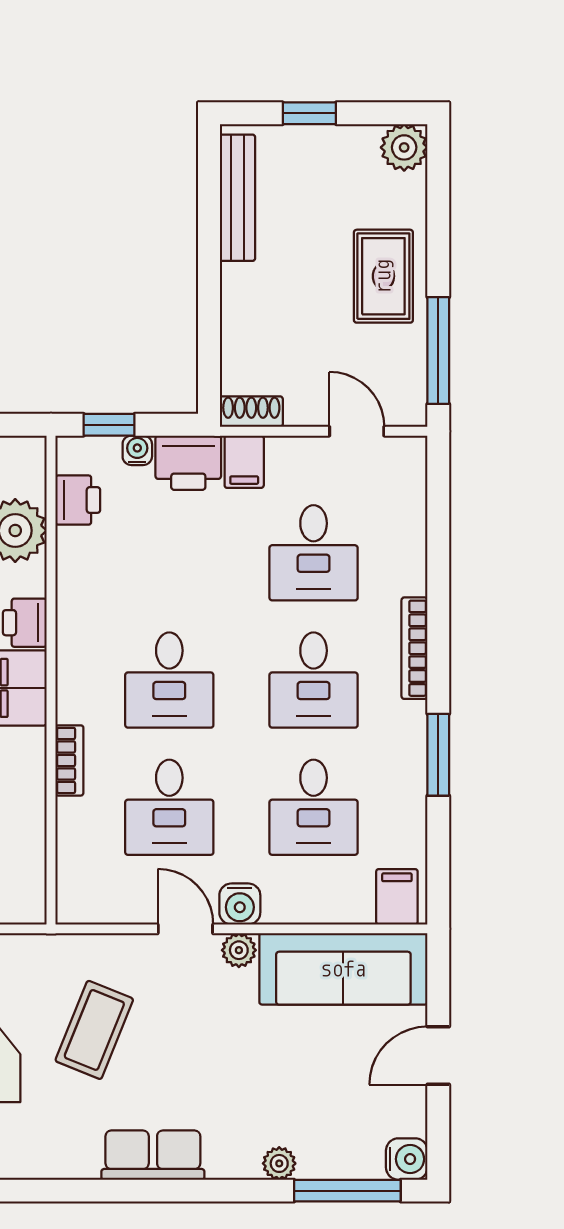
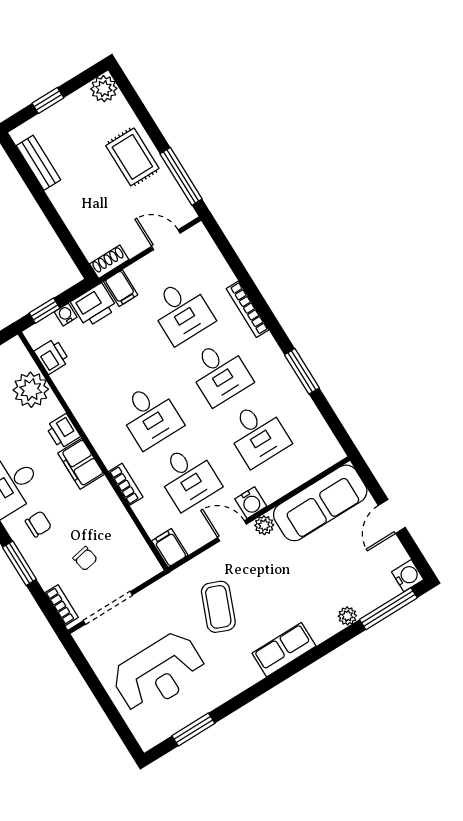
bench: (237, 198) -> (39, 163), width x0.73
bookcase: (414, 648) -> (247, 309), moved
filing cabinet: (397, 897) -> (170, 548), moved

